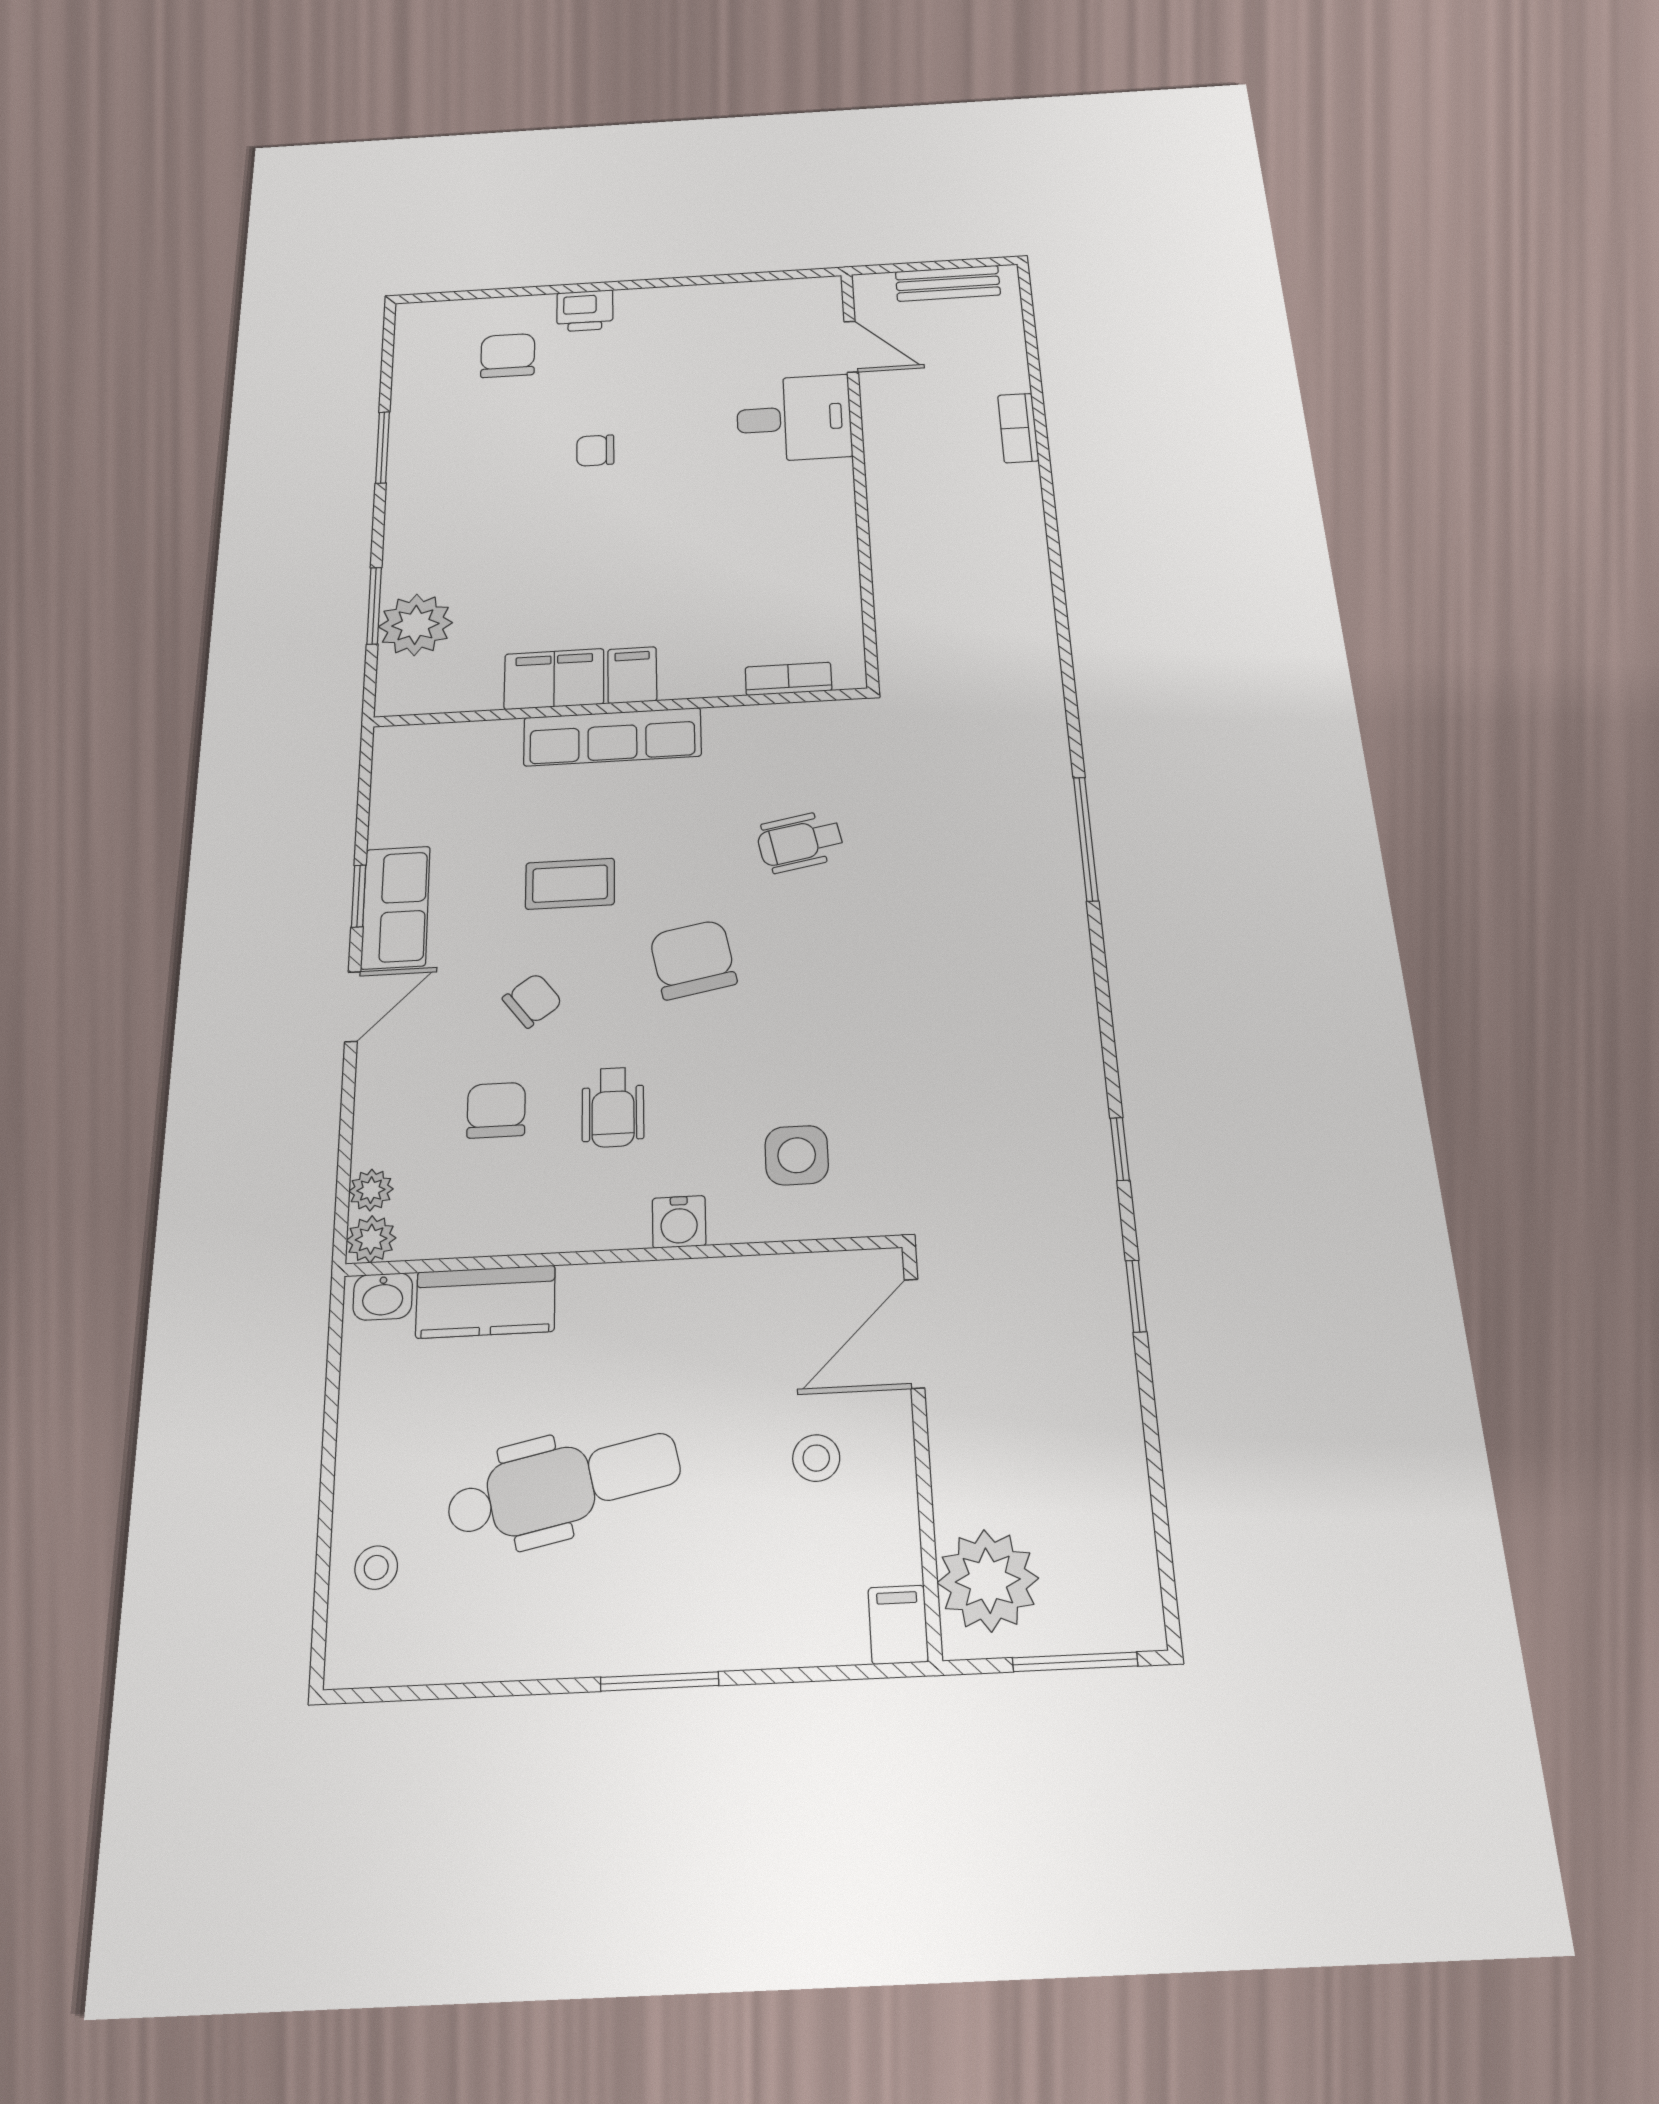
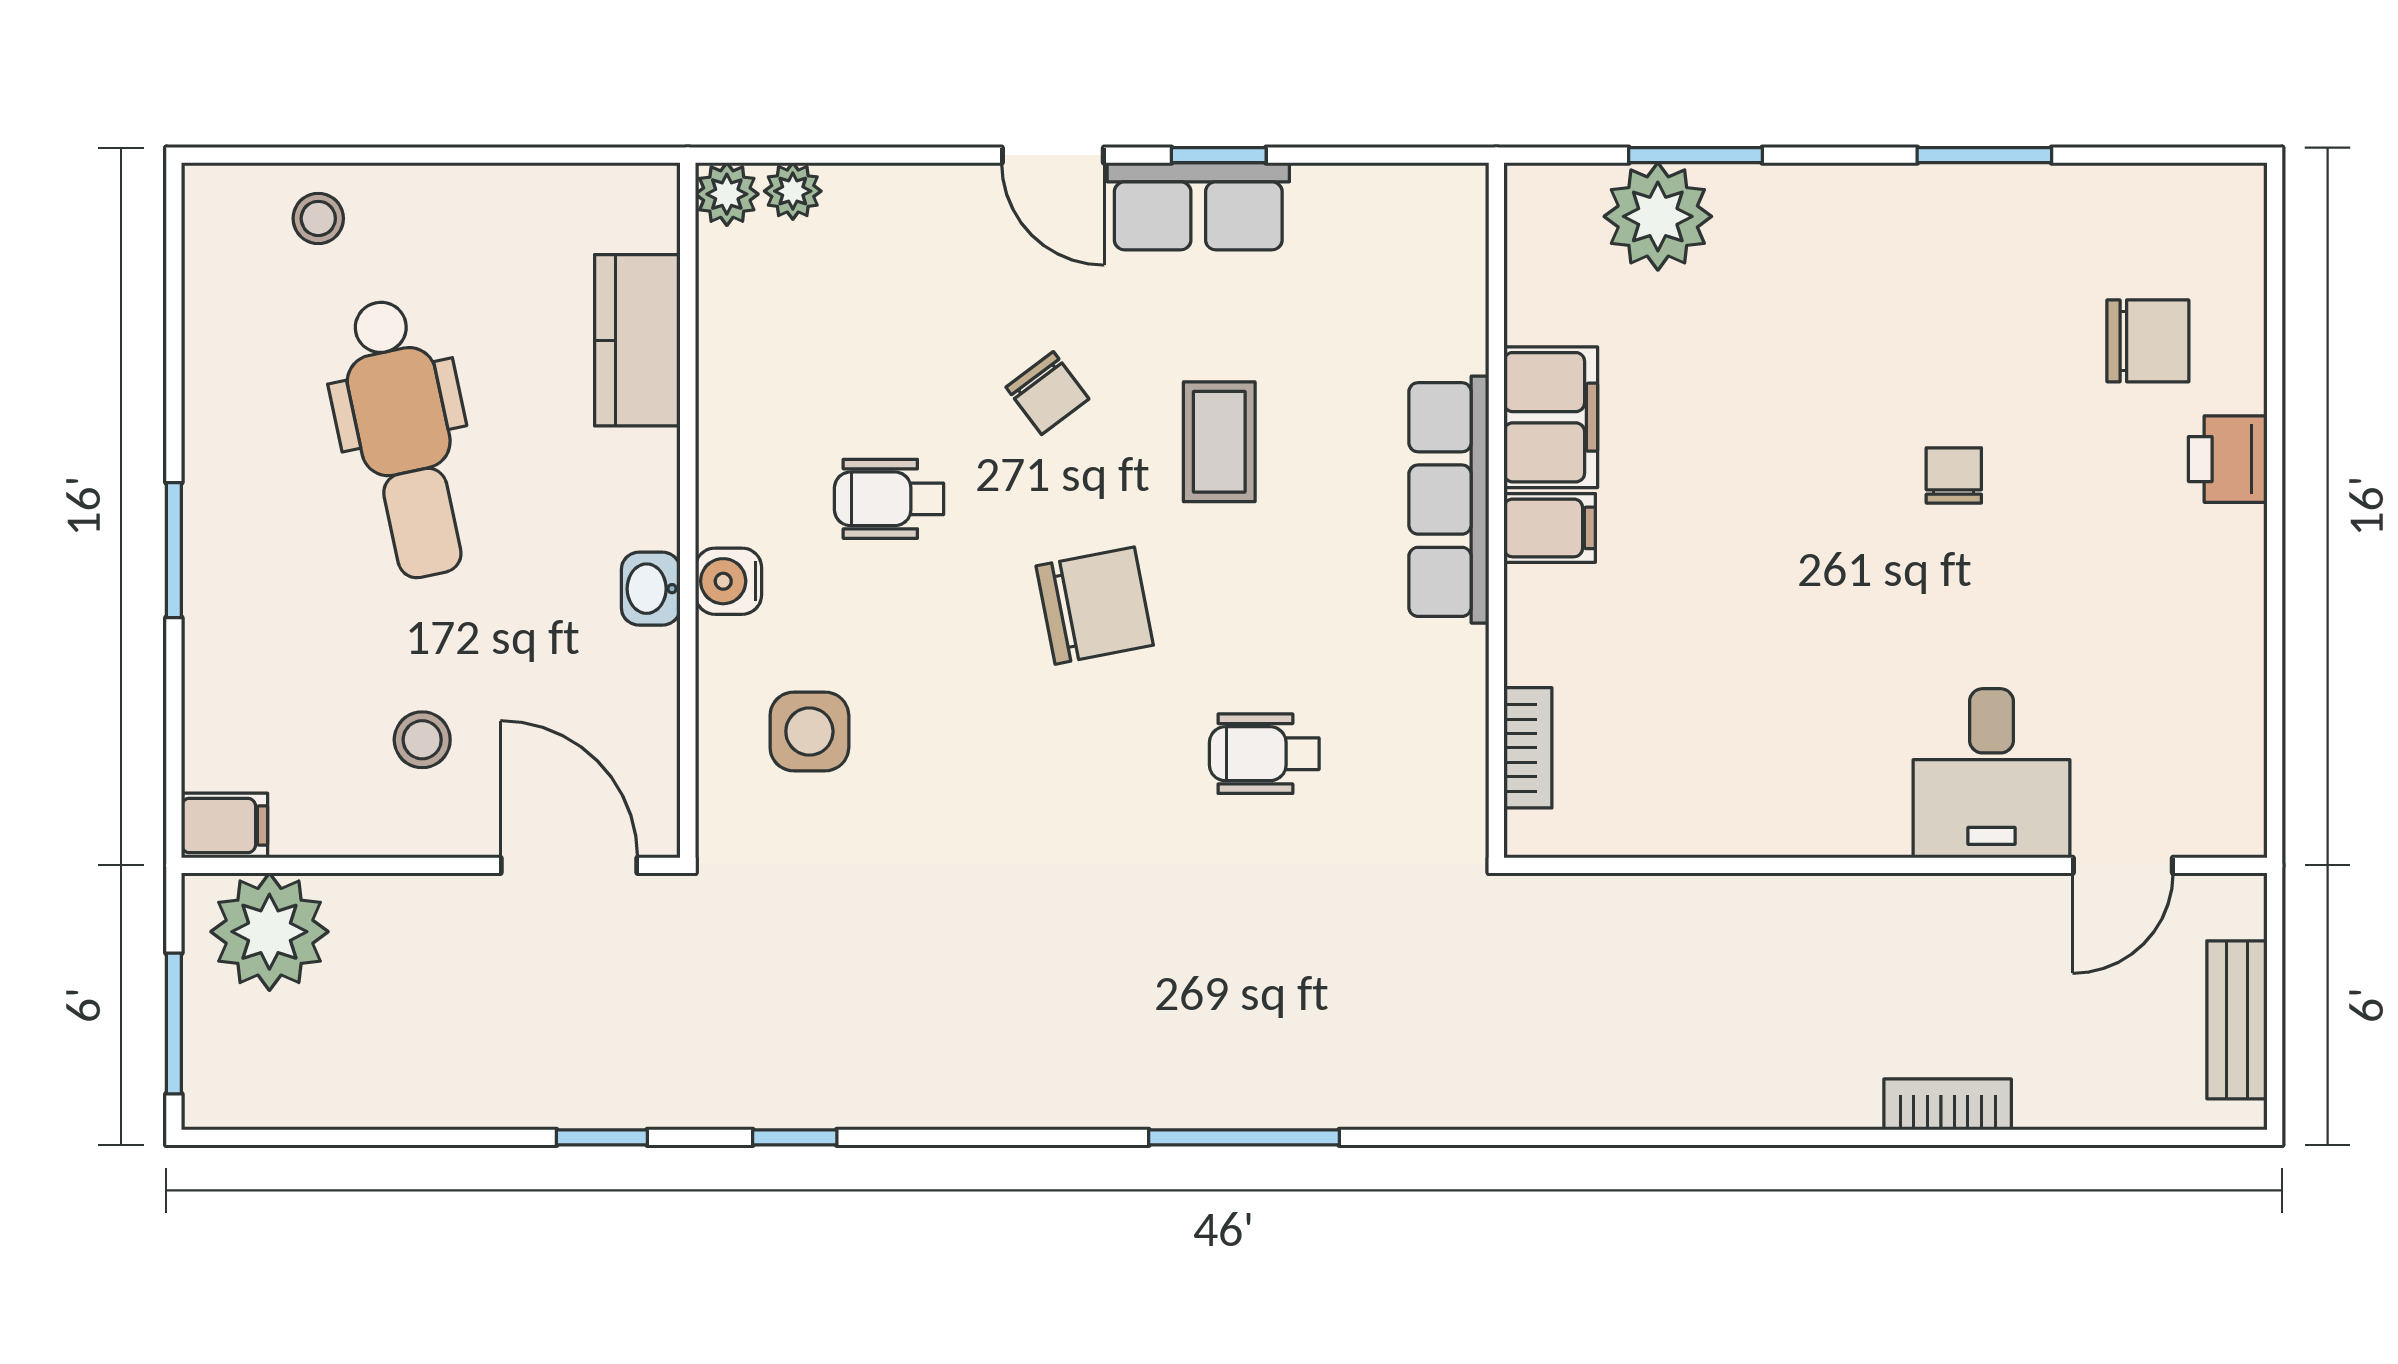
wheelchair: (800, 842) -> (1264, 754), turned -79
chair: (496, 1110) -> (894, 348), removed
washbasin: (383, 1297) -> (651, 589), moved

